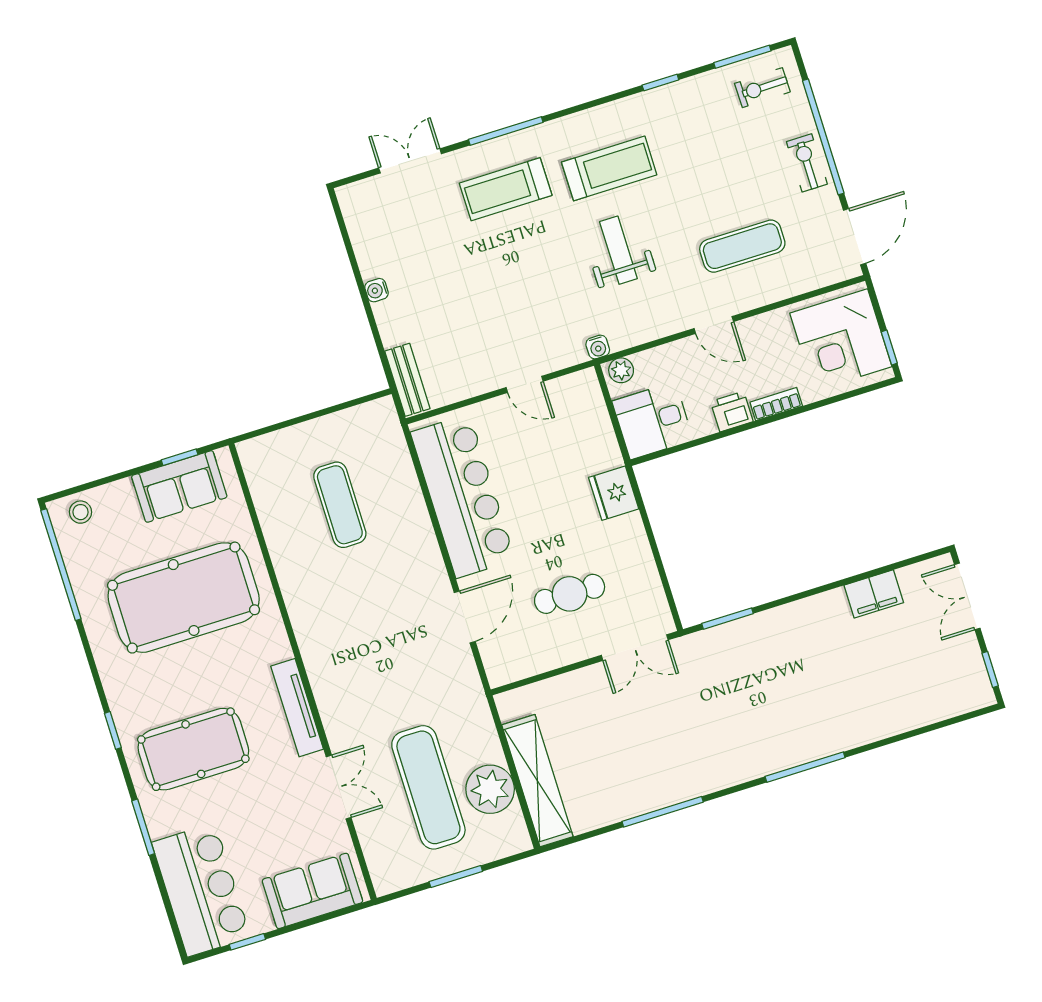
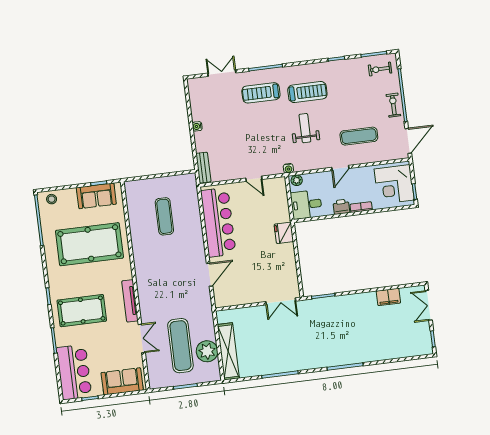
door: (714, 325) -> (340, 168), hinge flipped
cafe table: (570, 594) -> (257, 273), removed

